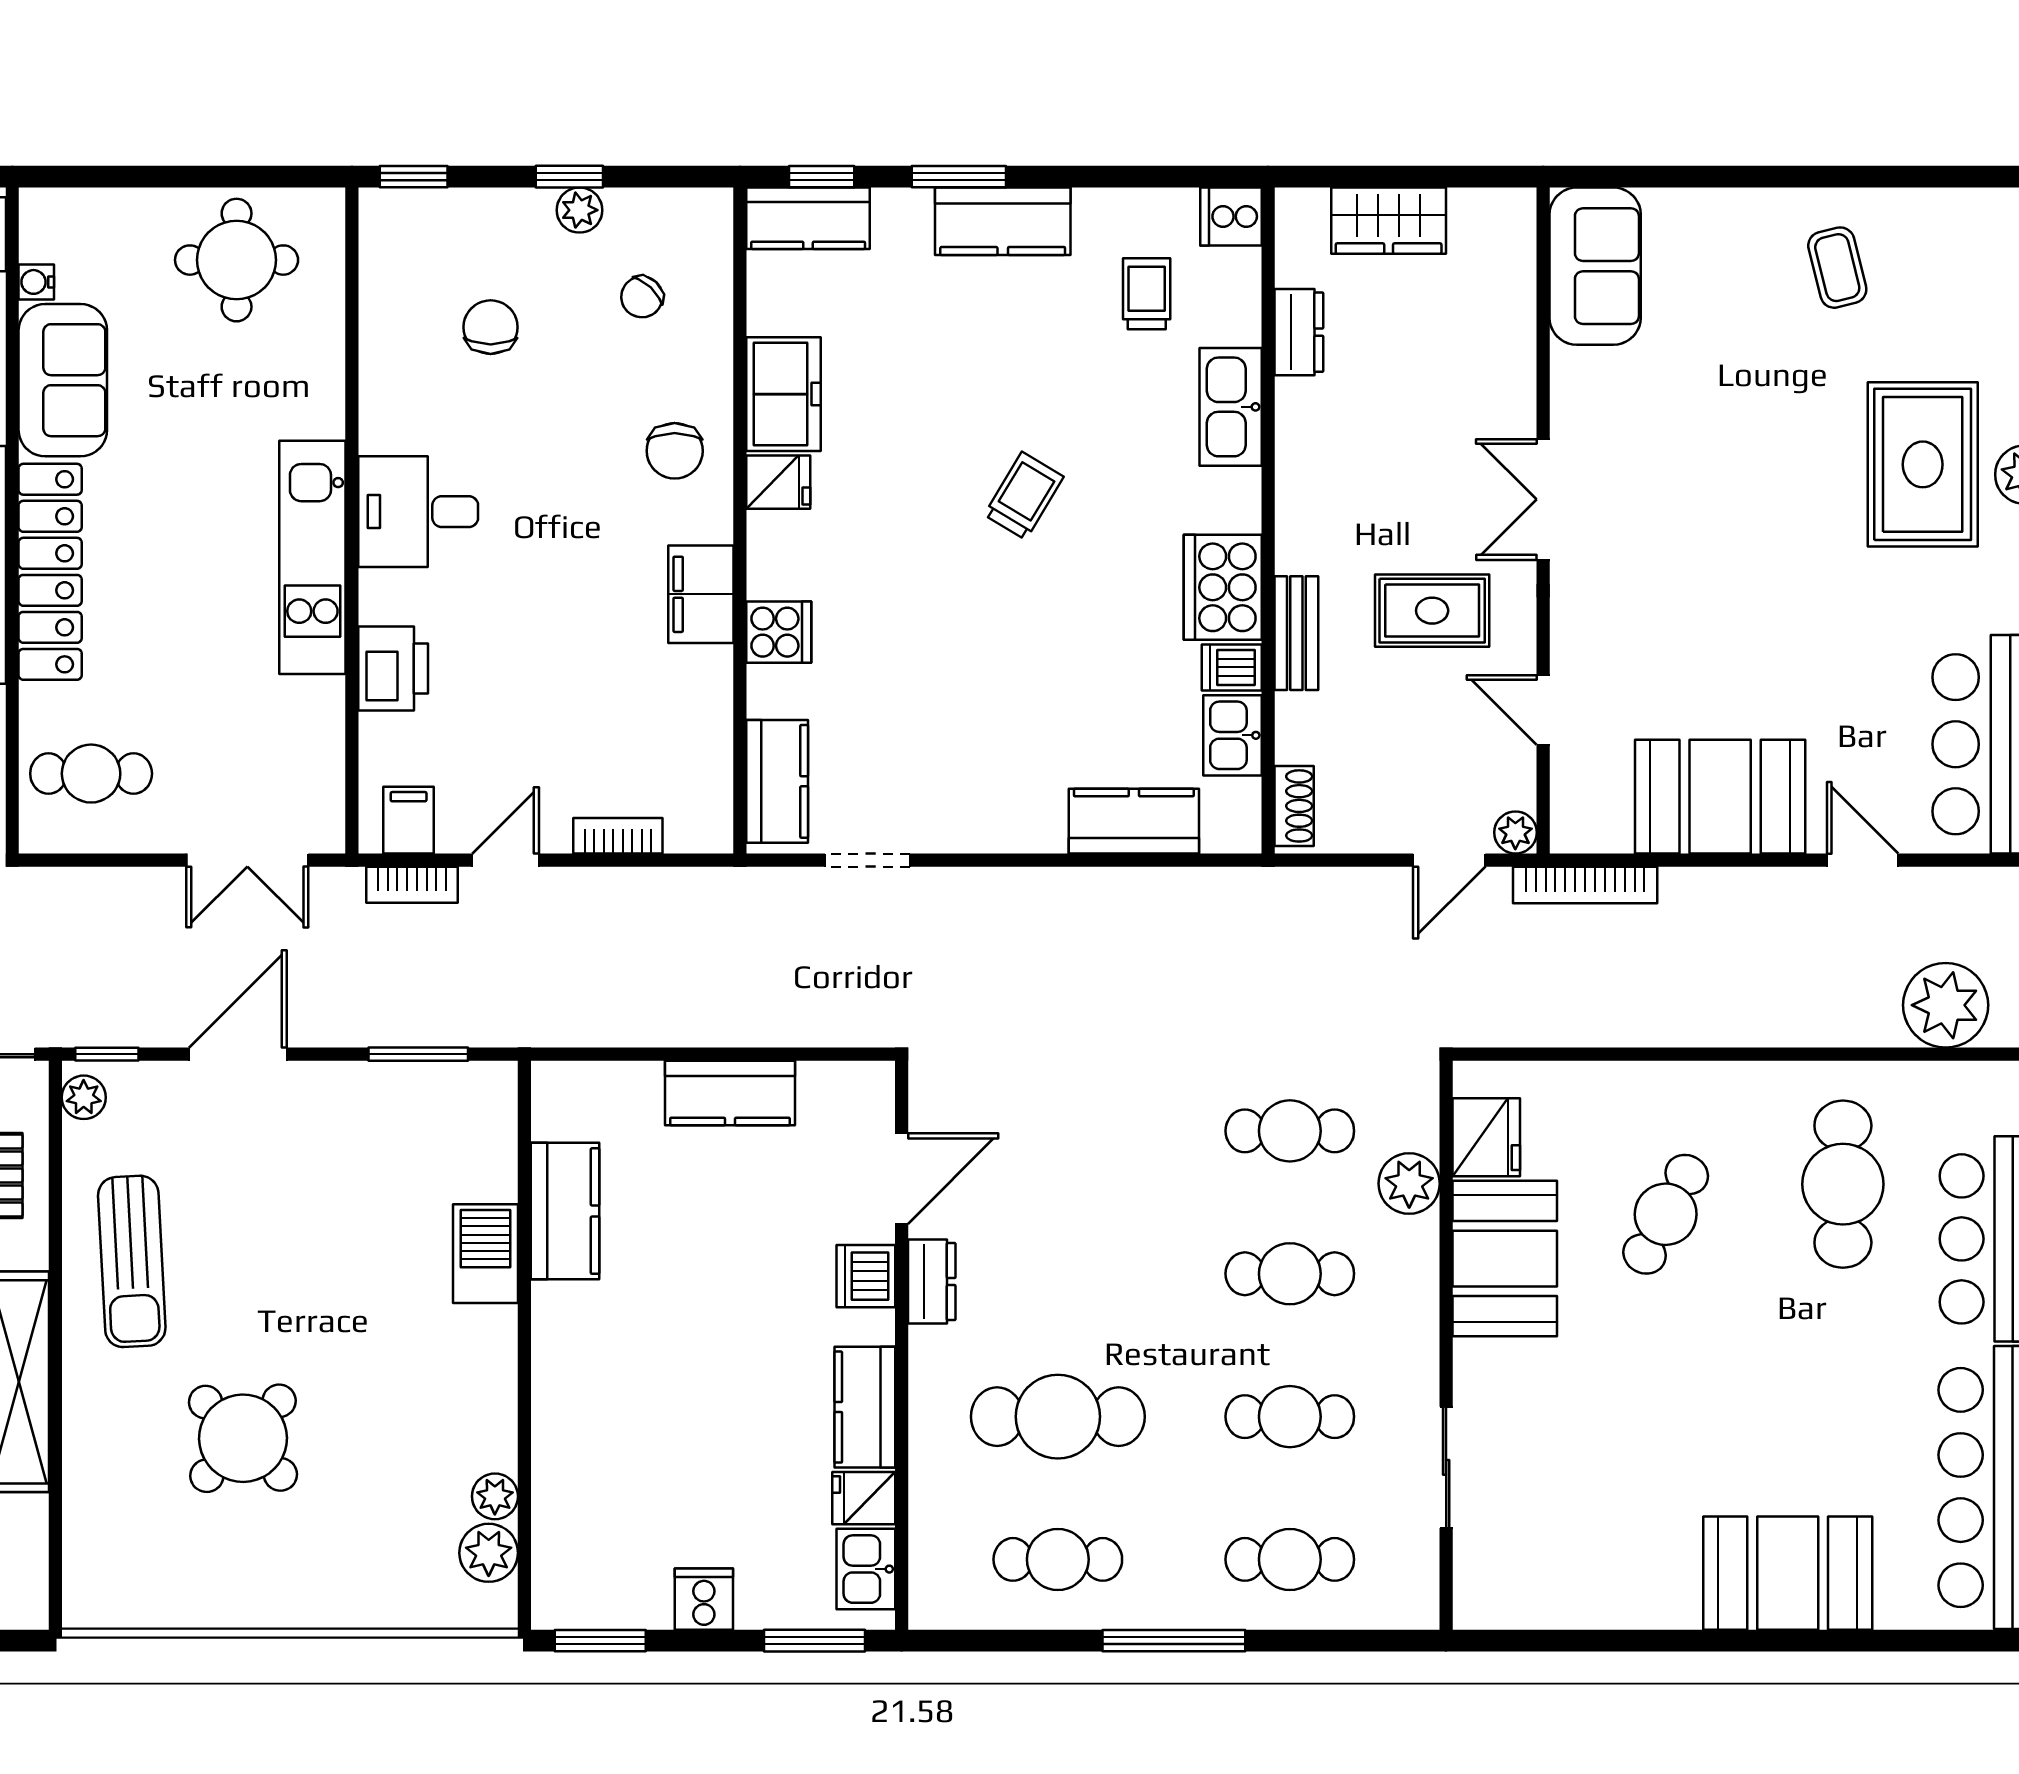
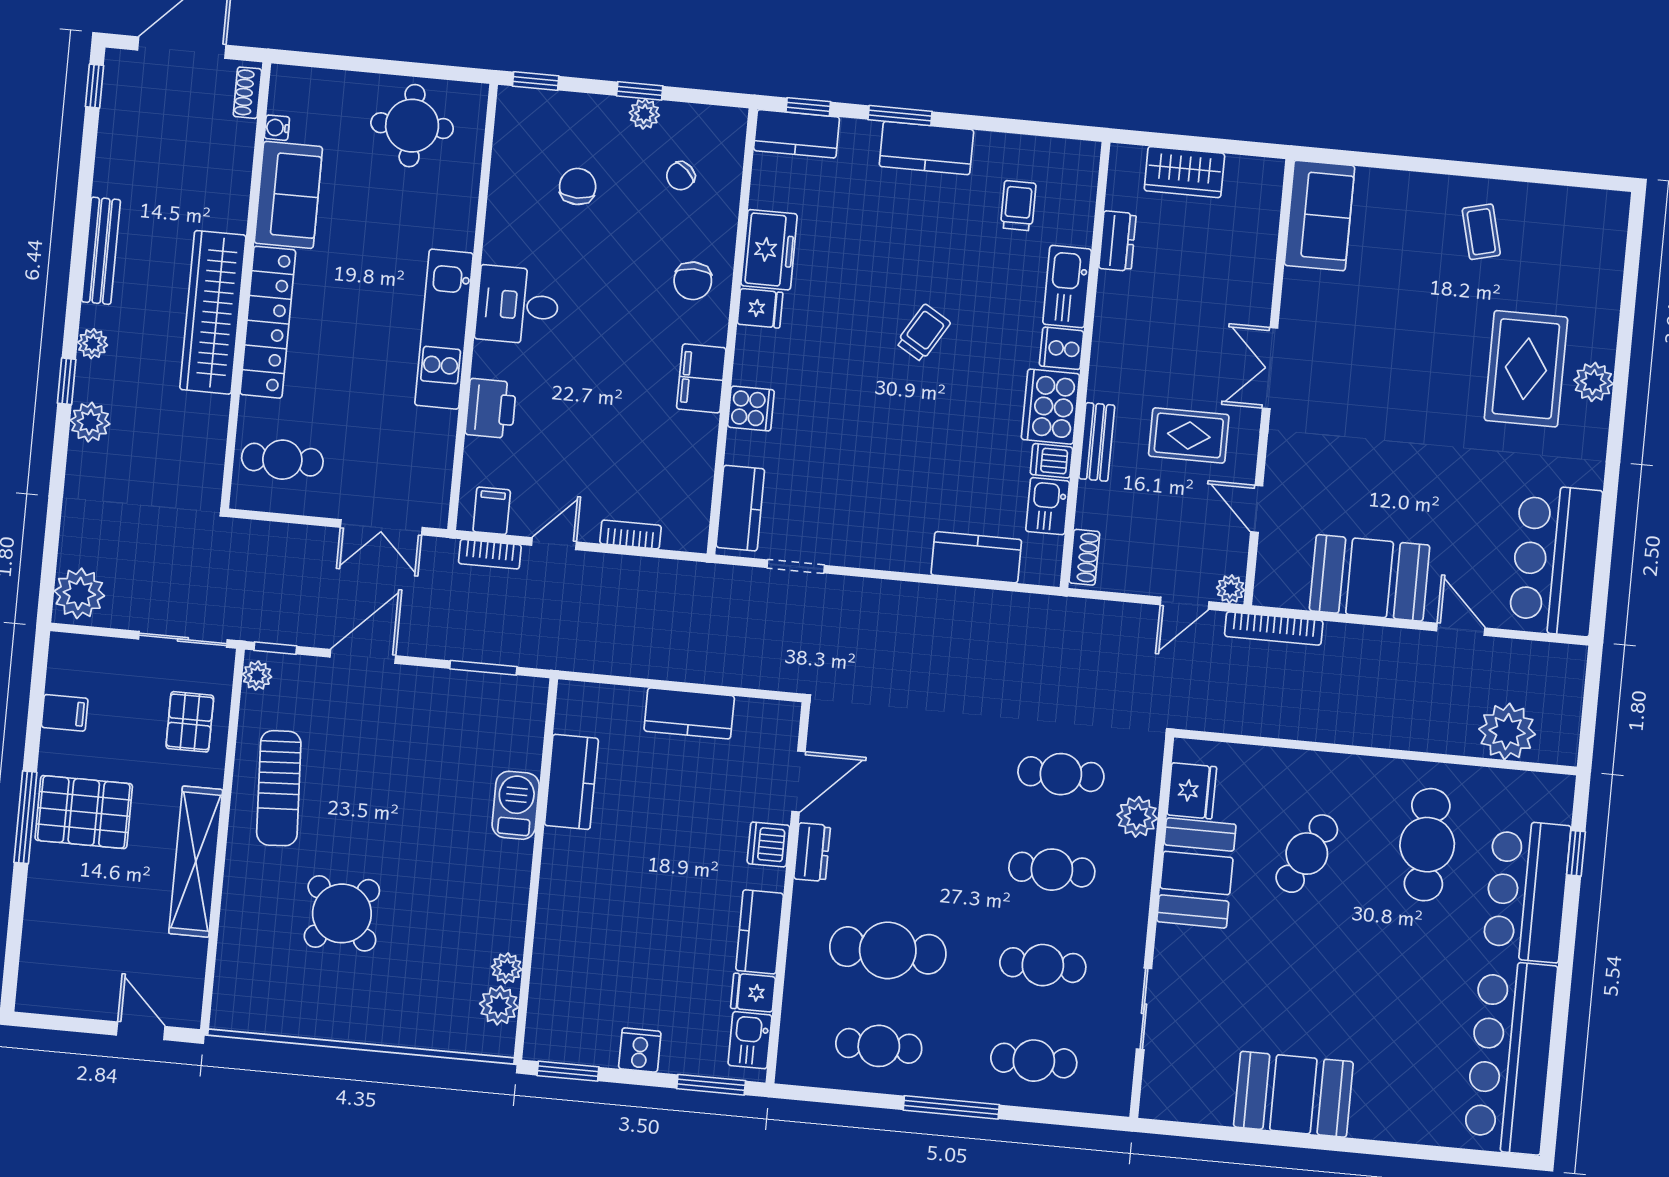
cooker: (1231, 216) -> (1061, 348), moved
booth: (1788, 1573) -> (1293, 1094), moved

